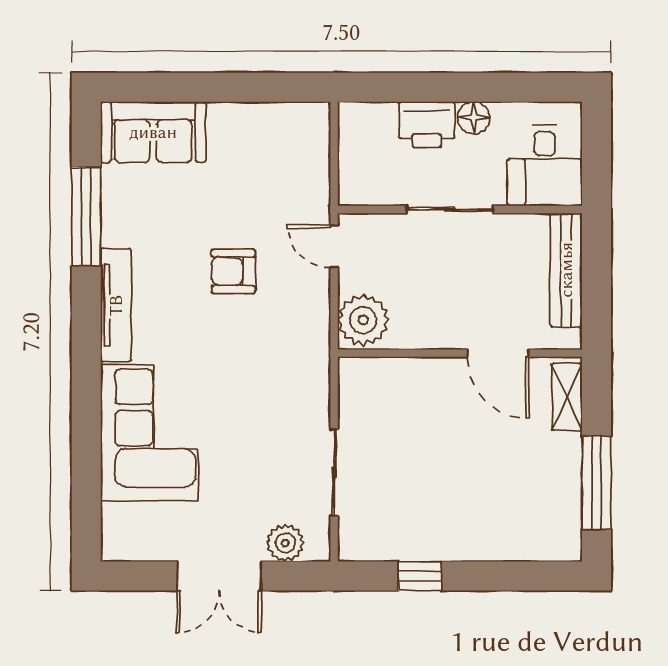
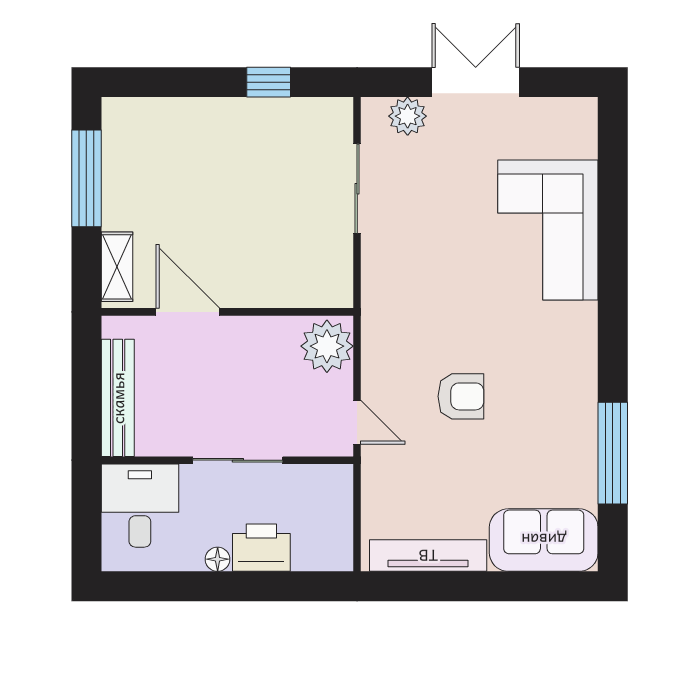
floor lamp: (474, 118) -> (218, 559), width x0.73, depth x0.73
tv unit: (116, 305) -> (428, 556), moved, turned 90

